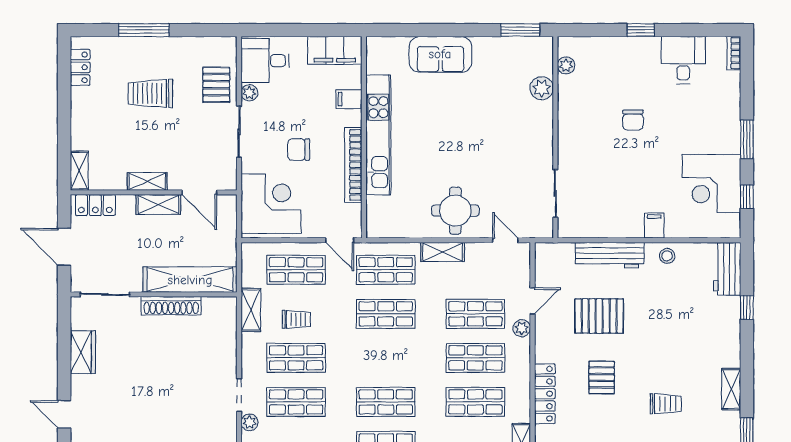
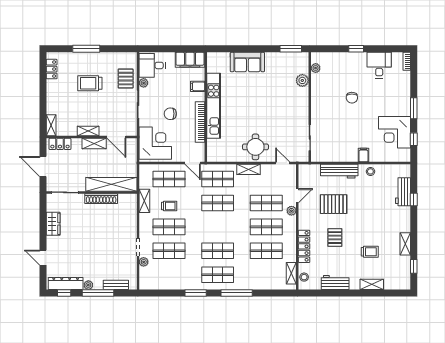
workbench: (727, 269) -> (403, 192), moved

